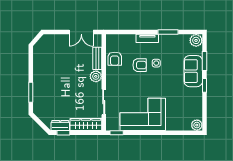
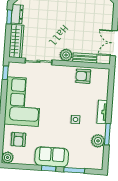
plant: (196, 40) -> (98, 141), moved
armchair: (140, 65) -> (18, 139), moved
sofa: (193, 71) -> (52, 157), moved

